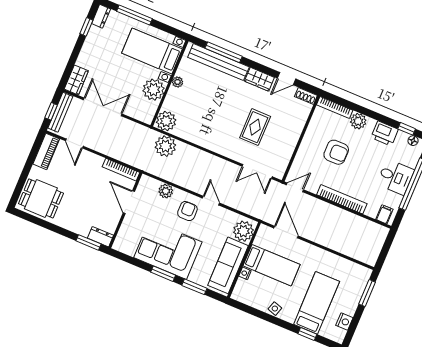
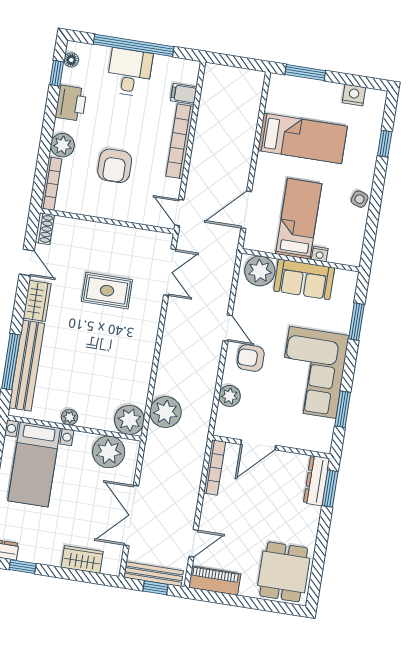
wardrobe: (76, 80) -> (82, 559), moved
plant: (154, 90) -> (109, 452), moved
armchair: (336, 152) -> (115, 166), turned 180
door: (211, 201) -> (228, 328), swing flipped
filing cabinet: (384, 214) -> (184, 94), moved
dresser: (100, 237) -> (316, 481), width x1.44
sofa: (228, 265) -> (304, 279), width x0.73
window: (163, 274) -> (343, 409), moved
bed: (317, 303) -> (302, 138), moved, turned 180

